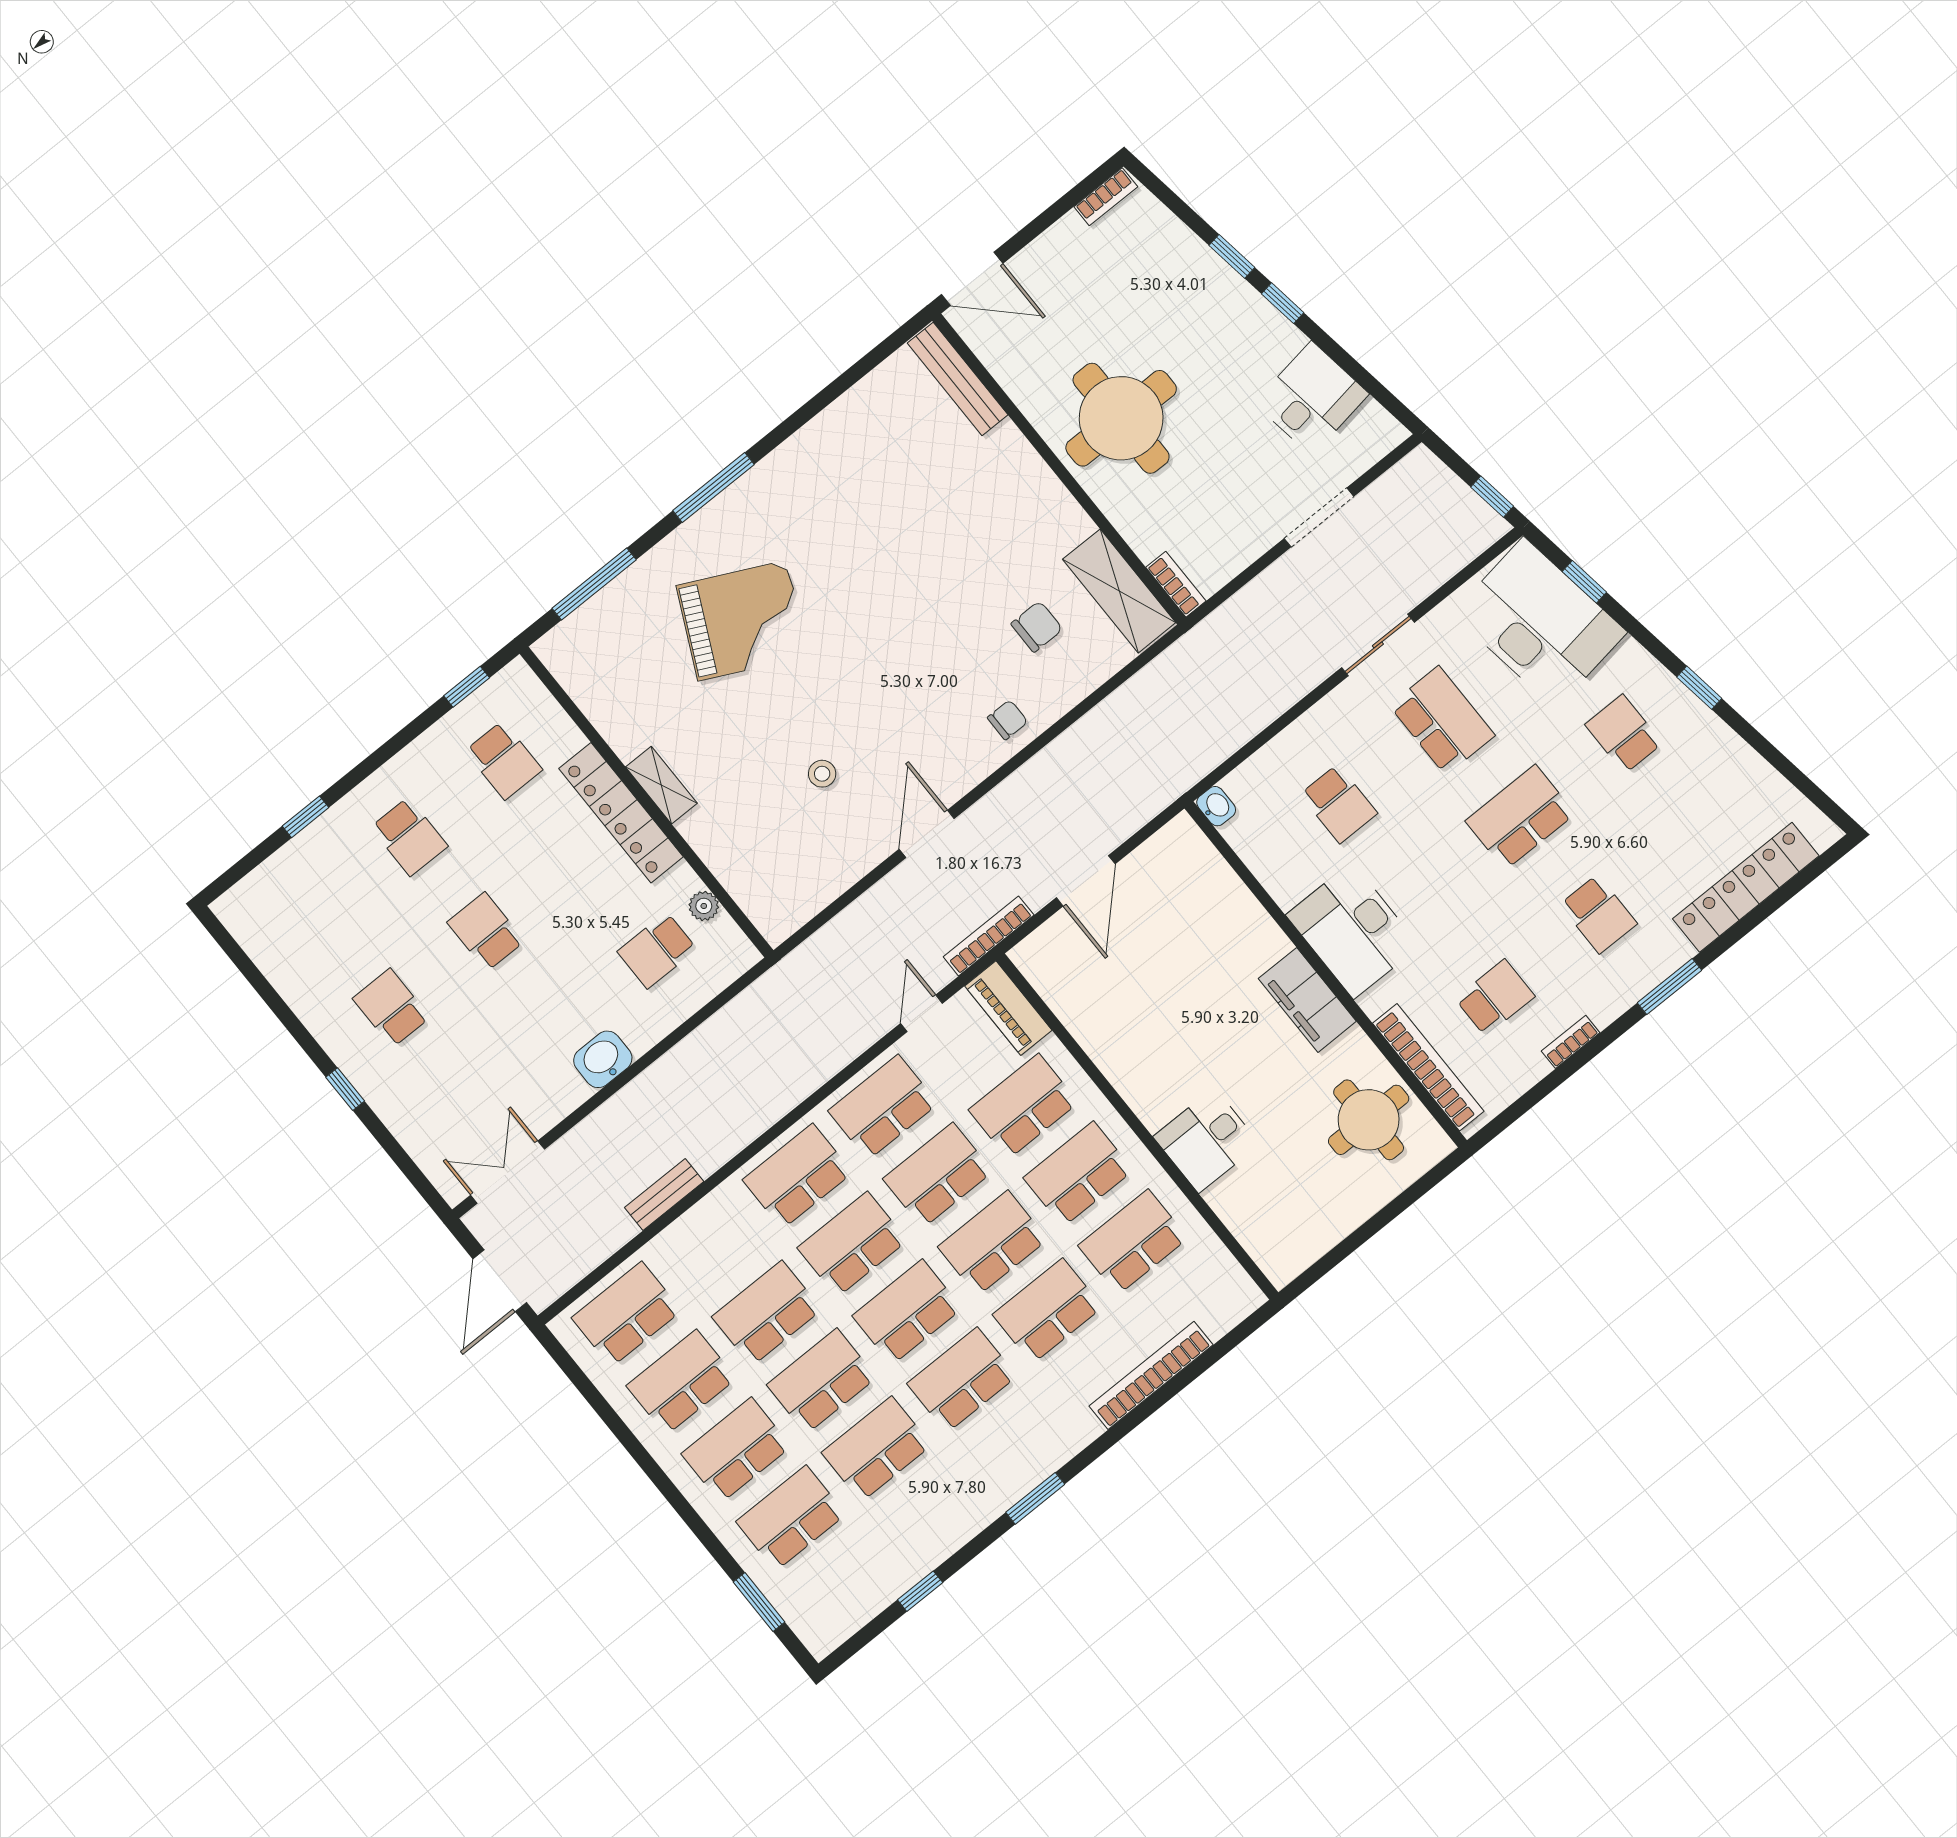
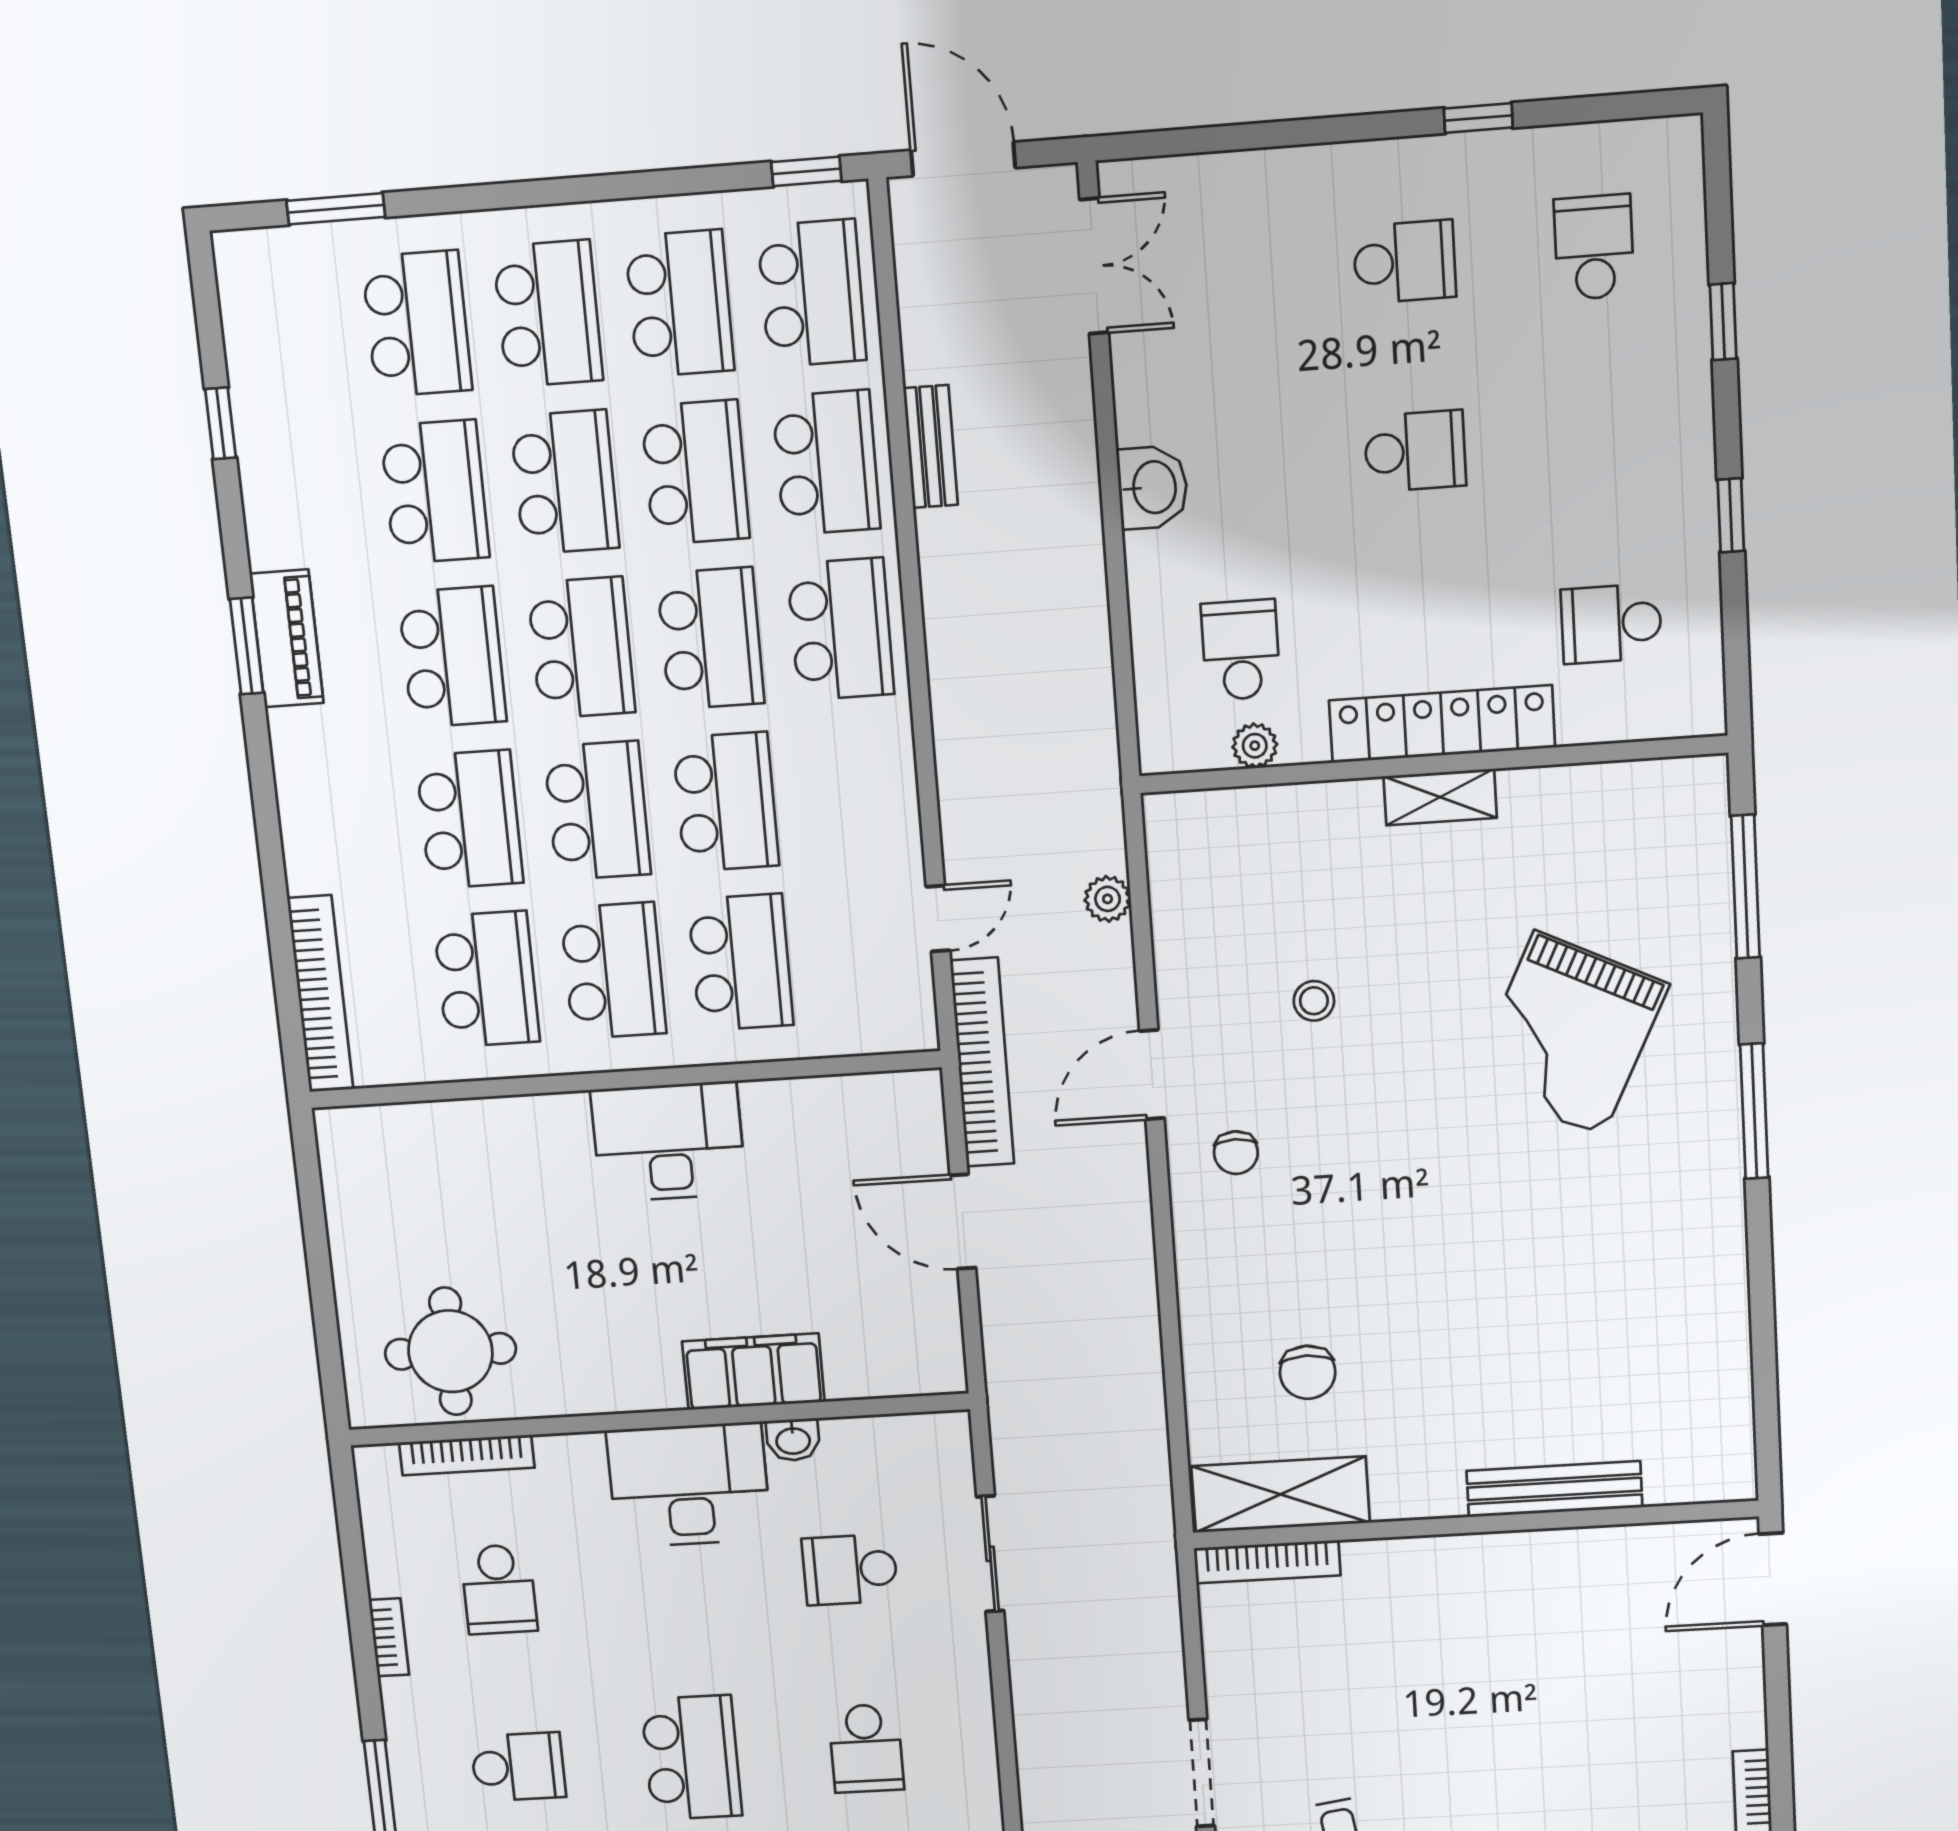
bench: (958, 379) -> (1554, 1489), moved
round table: (1121, 418) -> (1482, 1634), removed
bookcase: (1176, 584) -> (1267, 1562), width x1.56
sliding door: (1378, 645) -> (990, 1554), moved
window: (467, 687) -> (1731, 515), moved
chair: (1008, 720) -> (1236, 1153), moved
school desk: (1442, 720) -> (866, 1748), width x0.54
washbasin: (1216, 806) -> (793, 1440), moved
door: (927, 834) -> (1152, 1075), swing flipped
school desk: (409, 837) -> (1594, 247), moved, turned 90
school desk: (1598, 914) -> (518, 1767), turned 180
plant: (845, 927) -> (1108, 899), added
bookcase: (989, 936) -> (982, 1062), width x1.48, depth x1.31
filing cabinet: (1307, 1000) -> (753, 1372), moved
piano: (1008, 1008) -> (287, 638), moved, turned 90
door: (922, 1013) -> (938, 919), hinge flipped
bookcase: (1428, 1067) -> (467, 1455), width x0.68, depth x0.76
window: (345, 1089) -> (1478, 118), moved
school desk: (883, 1107) -> (826, 463), moved
desk: (1207, 1140) -> (668, 1142), moved, width x1.37
window: (564, 1360) -> (806, 171), added
bookcase: (1151, 1375) -> (320, 994), moved

